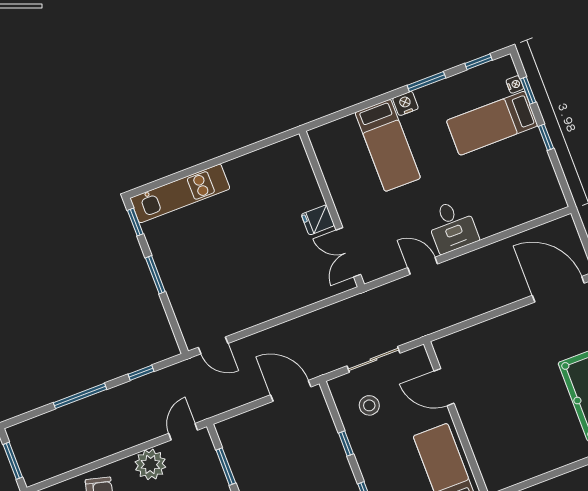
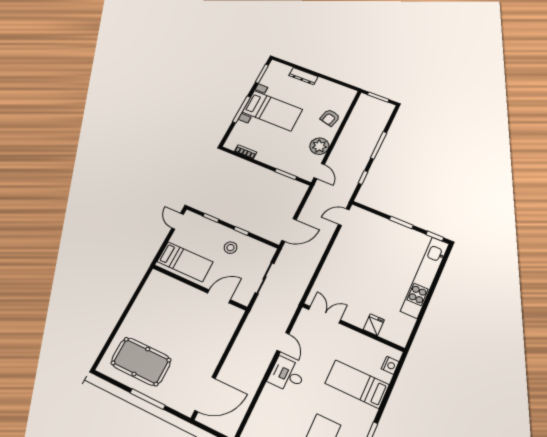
nightstand: (405, 103) -> (390, 365), moved
kitchen unit: (180, 193) -> (425, 277), width x1.36
fridge: (318, 220) -> (374, 325), moved
door: (423, 266) -> (283, 342), hinge flipped
stool: (369, 405) -> (230, 248), moved

